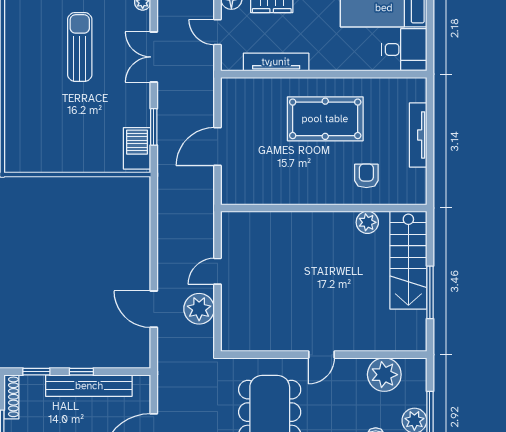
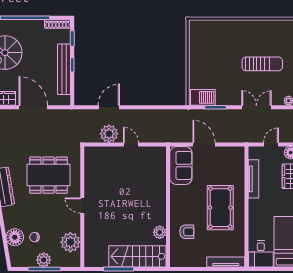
tv unit: (418, 135) -> (226, 262), moved
sofa: (253, 186) -> (181, 166), added

